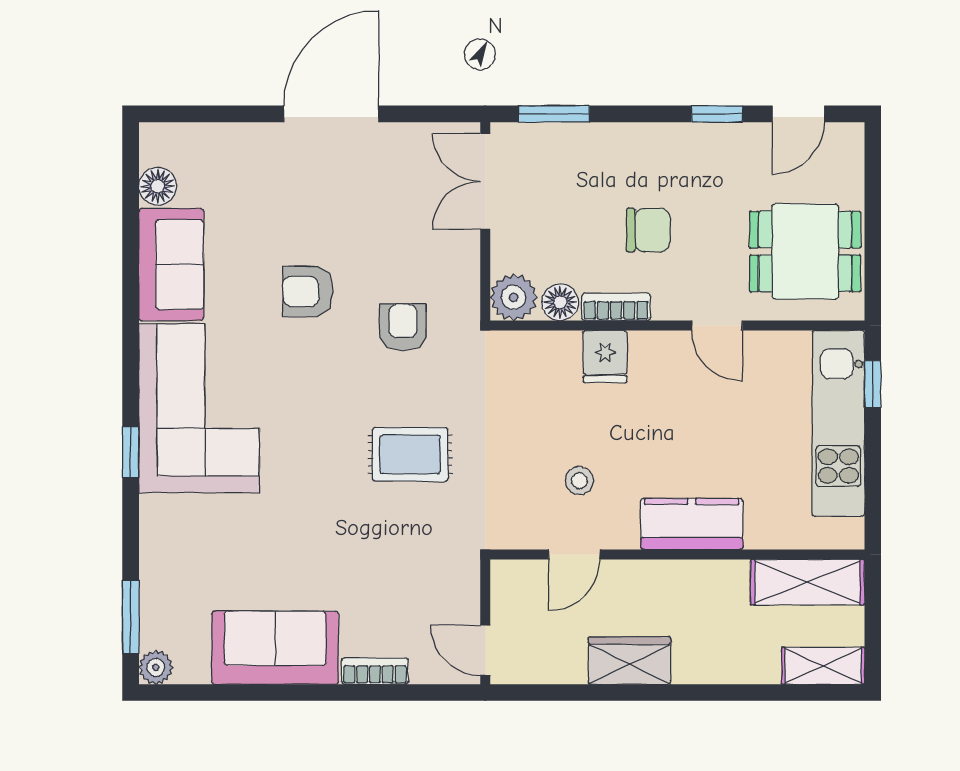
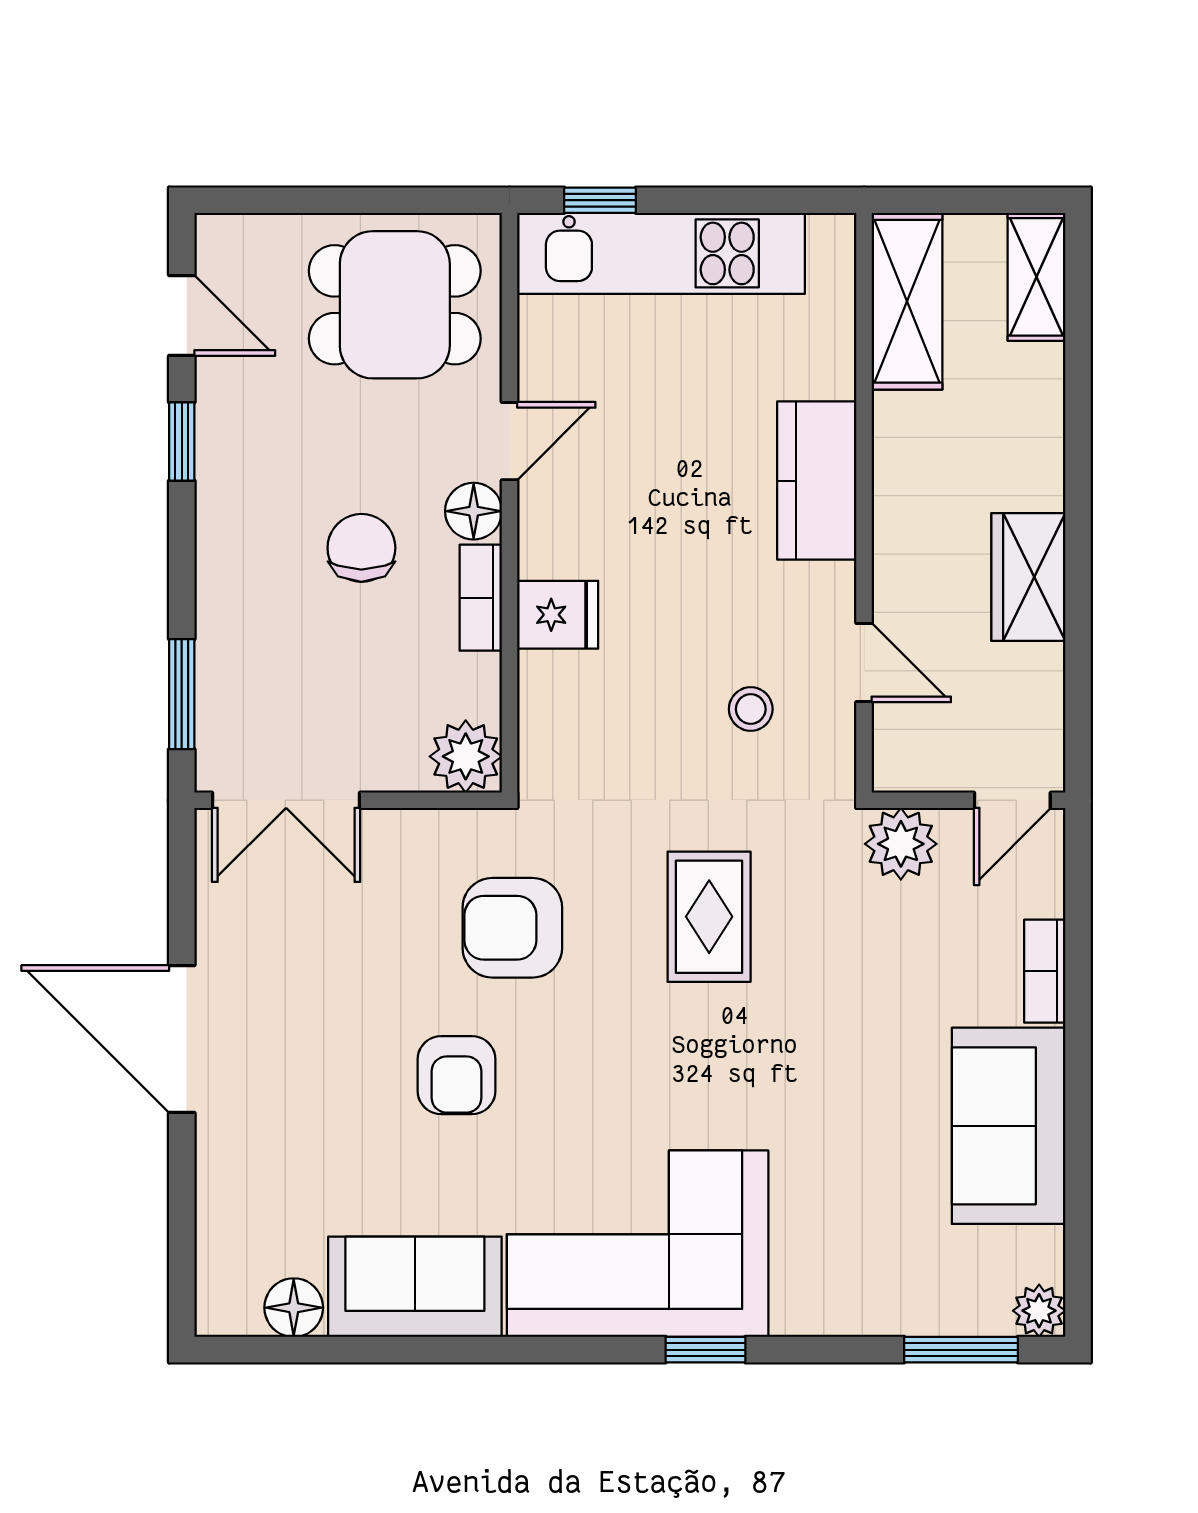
dining table: (805, 251) -> (395, 305), turned 90
floor lamp: (560, 302) -> (474, 511), moved
armchair: (403, 327) -> (512, 928), width x1.38, depth x1.38
stool: (579, 481) -> (751, 709), moved
plant: (457, 578) -> (901, 844), added

